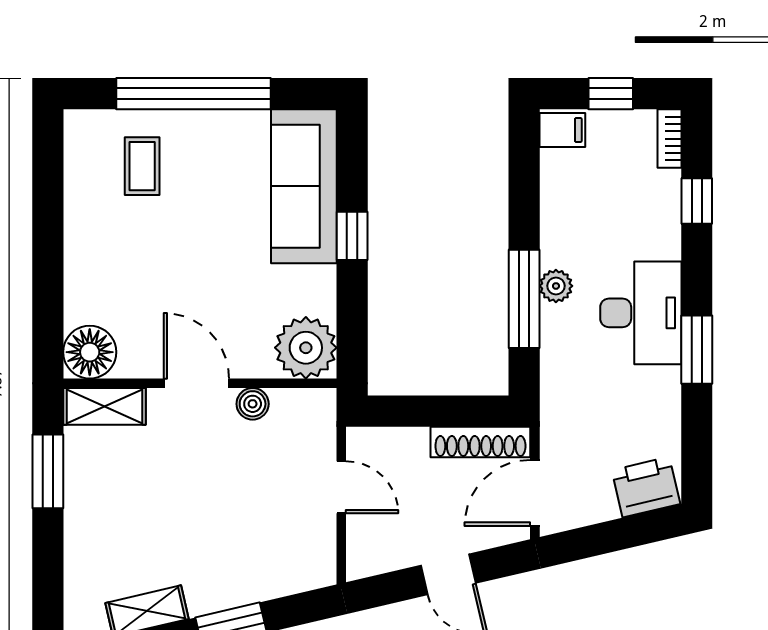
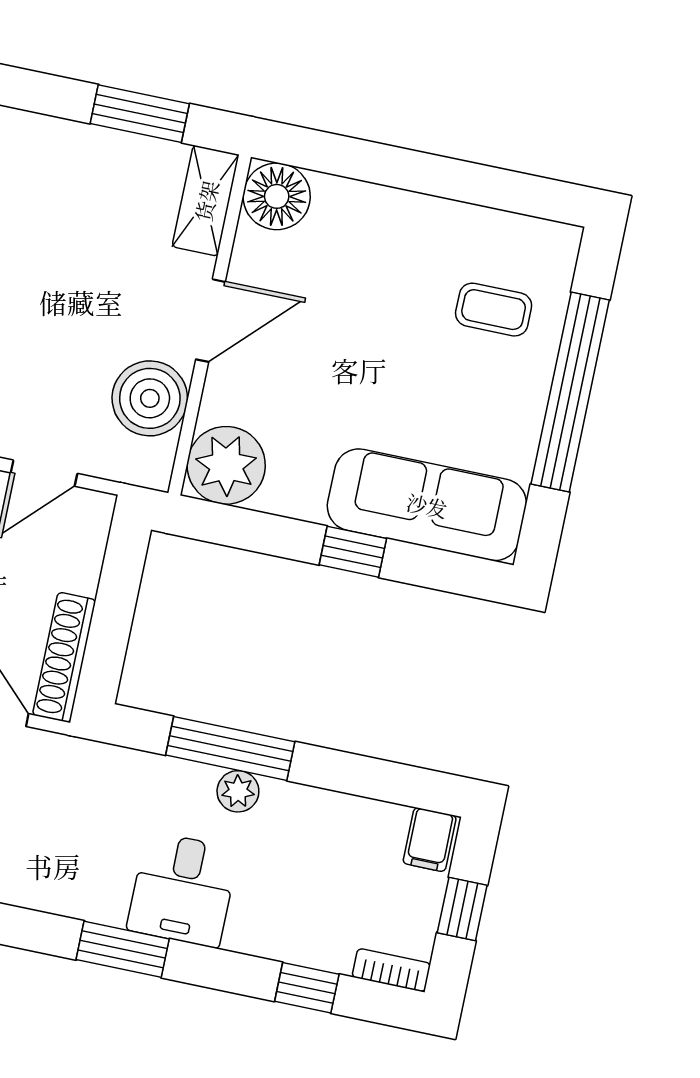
desk: (641, 313) -> (183, 889), width x0.73
boiler: (253, 404) -> (150, 398), width x1.86, depth x1.86

